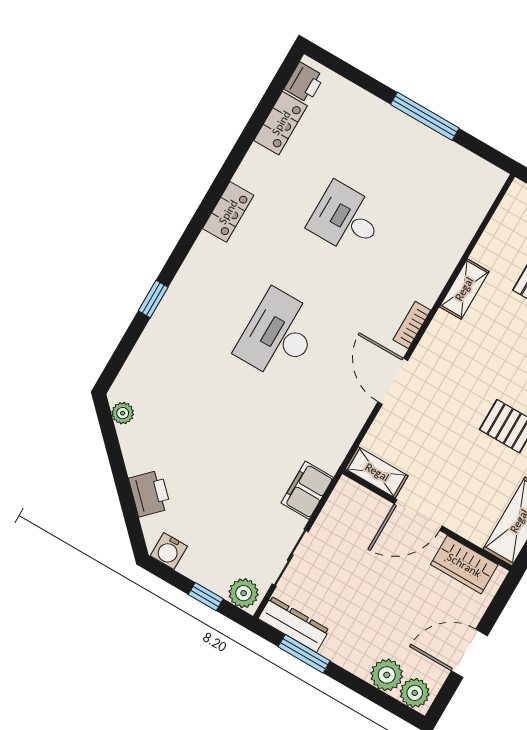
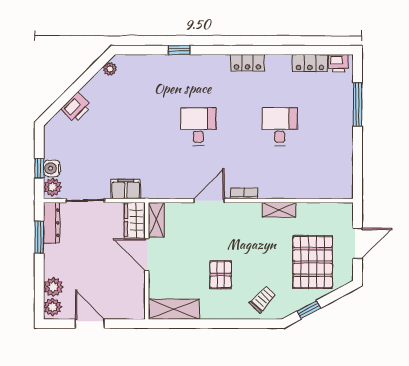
window: (425, 116) -> (357, 104), moved
desk: (278, 335) -> (198, 127), width x0.73
water cooler: (169, 551) -> (52, 168), moved
wardrobe: (464, 565) -> (135, 220), moved

